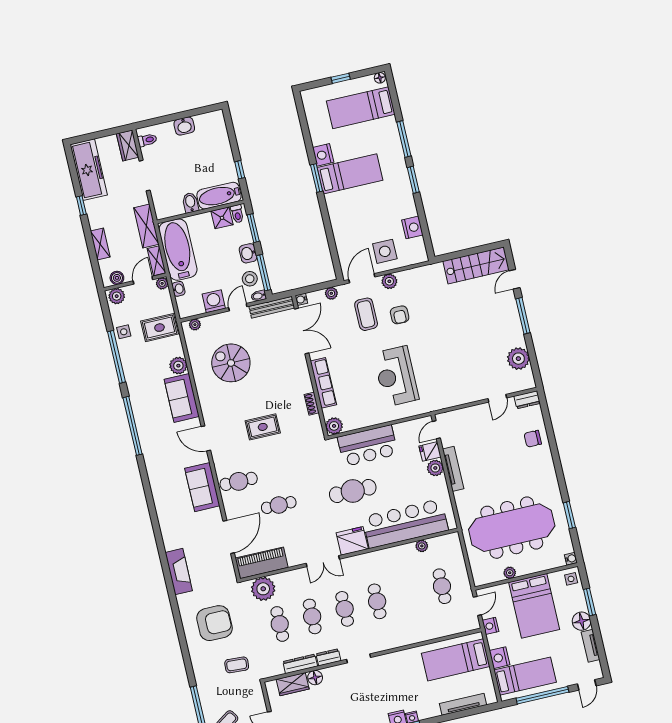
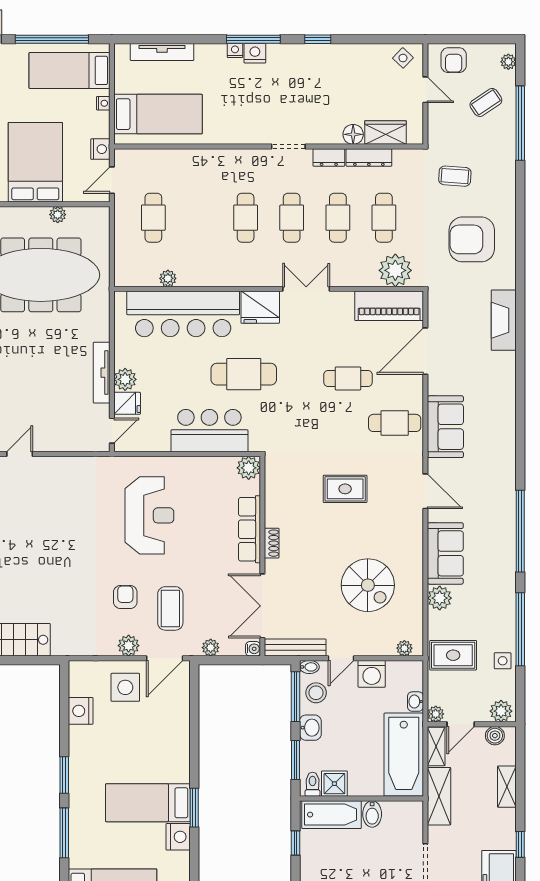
shoe rack: (312, 404) -> (272, 543), moved
nightstand: (500, 658) -> (103, 103), width x0.53, depth x0.56

